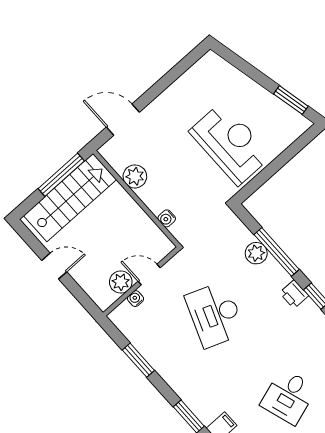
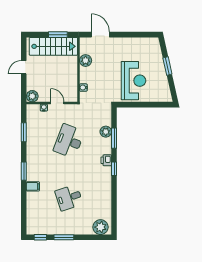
window: (291, 100) -> (167, 66), moved
window: (61, 175) -> (58, 35), width x0.69
window: (277, 252) -> (114, 138), width x0.69
door: (54, 266) -> (24, 67), swing flipped
plant: (121, 282) -> (32, 96), moved

